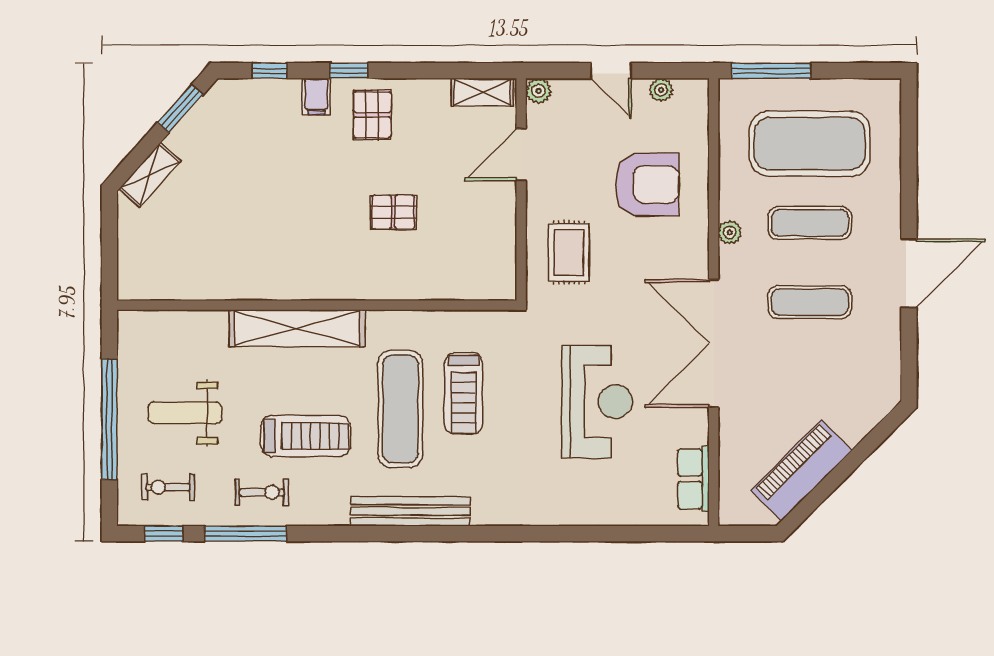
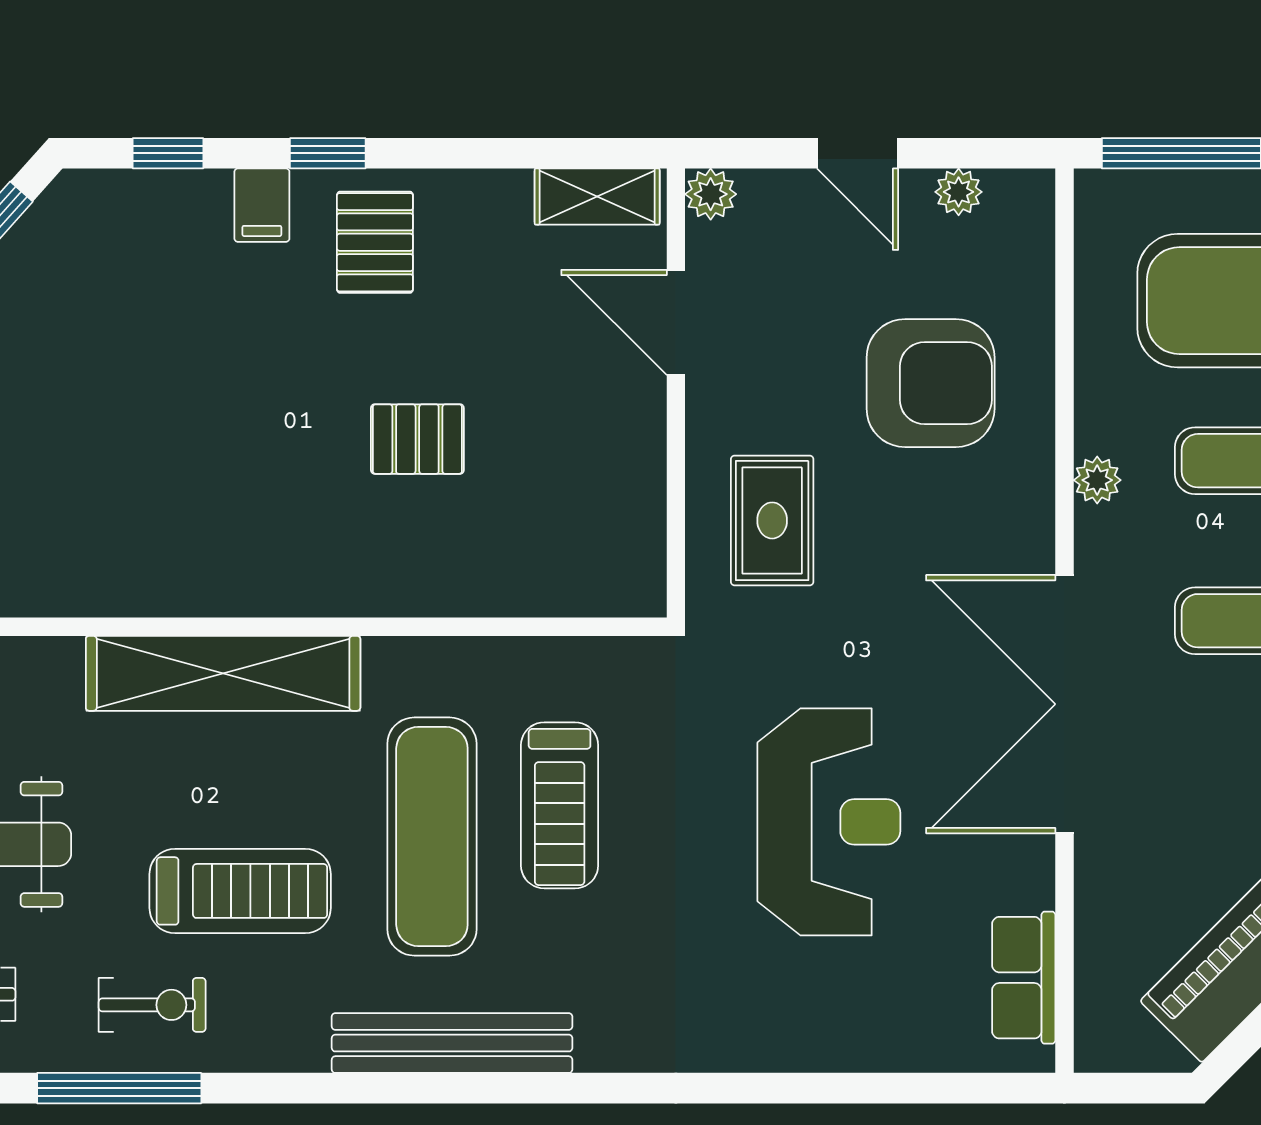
door: (521, 154) -> (676, 322), hinge flipped

